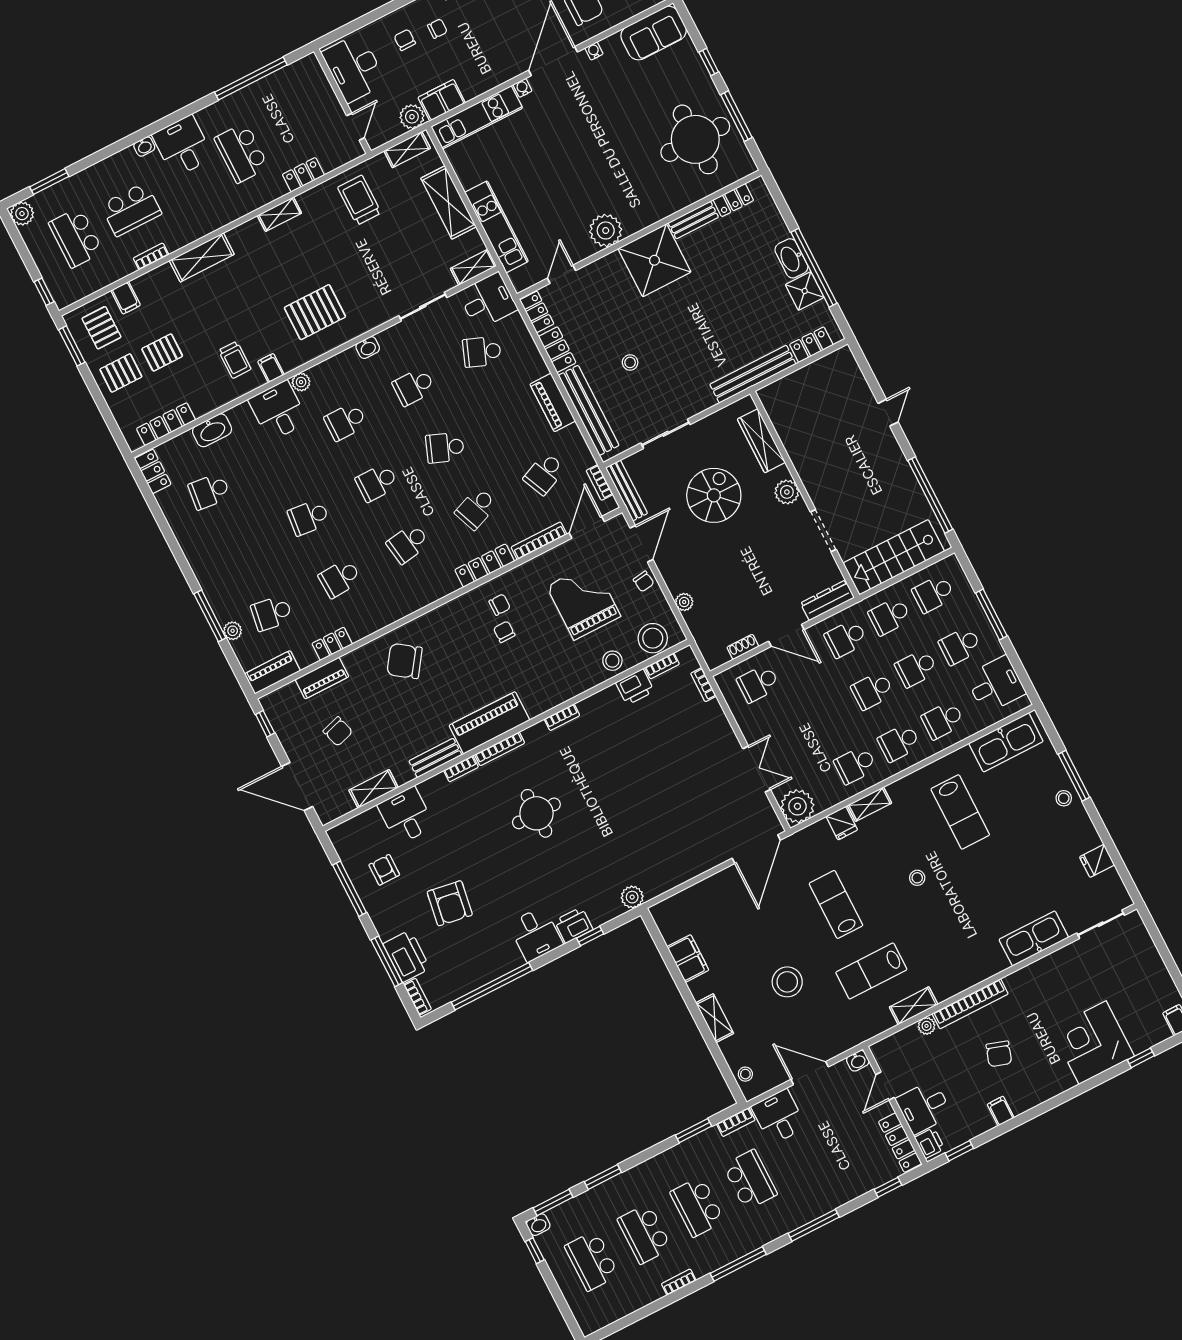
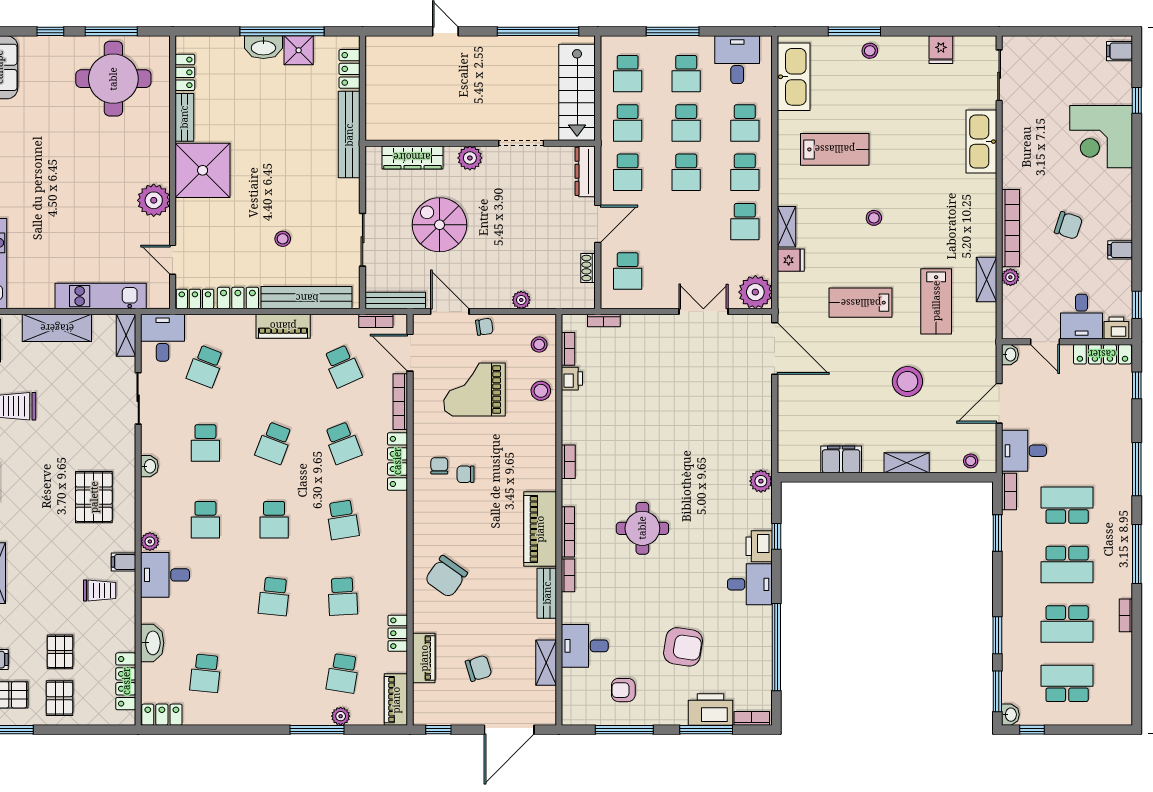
stool: (653, 638) -> (539, 345), width x0.53, depth x0.53
printer: (635, 687) -> (572, 379), width x0.73, depth x0.81
school desk: (592, 1261) -> (1067, 683), turned 180

